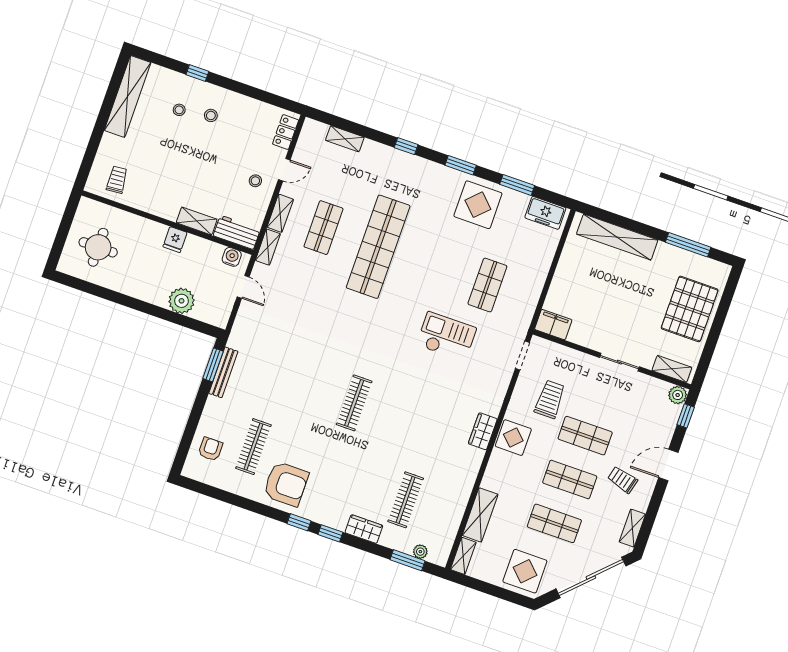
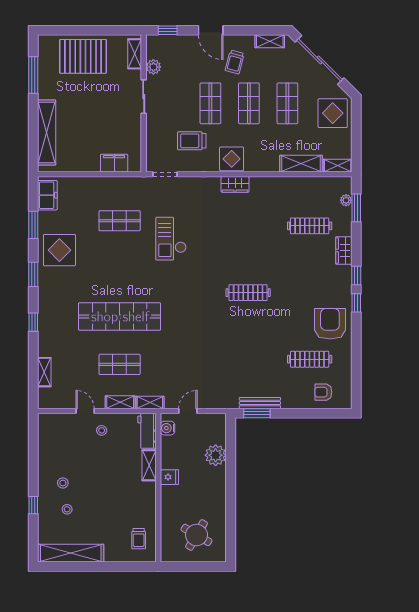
locker: (286, 132) -> (55, 420), removed
trolley: (117, 180) -> (139, 539), turned -85
round table: (98, 247) -> (197, 535), turned 30
filing cabinet: (553, 325) -> (114, 163), moved, turned 90
plant: (678, 395) -> (153, 67), moved

